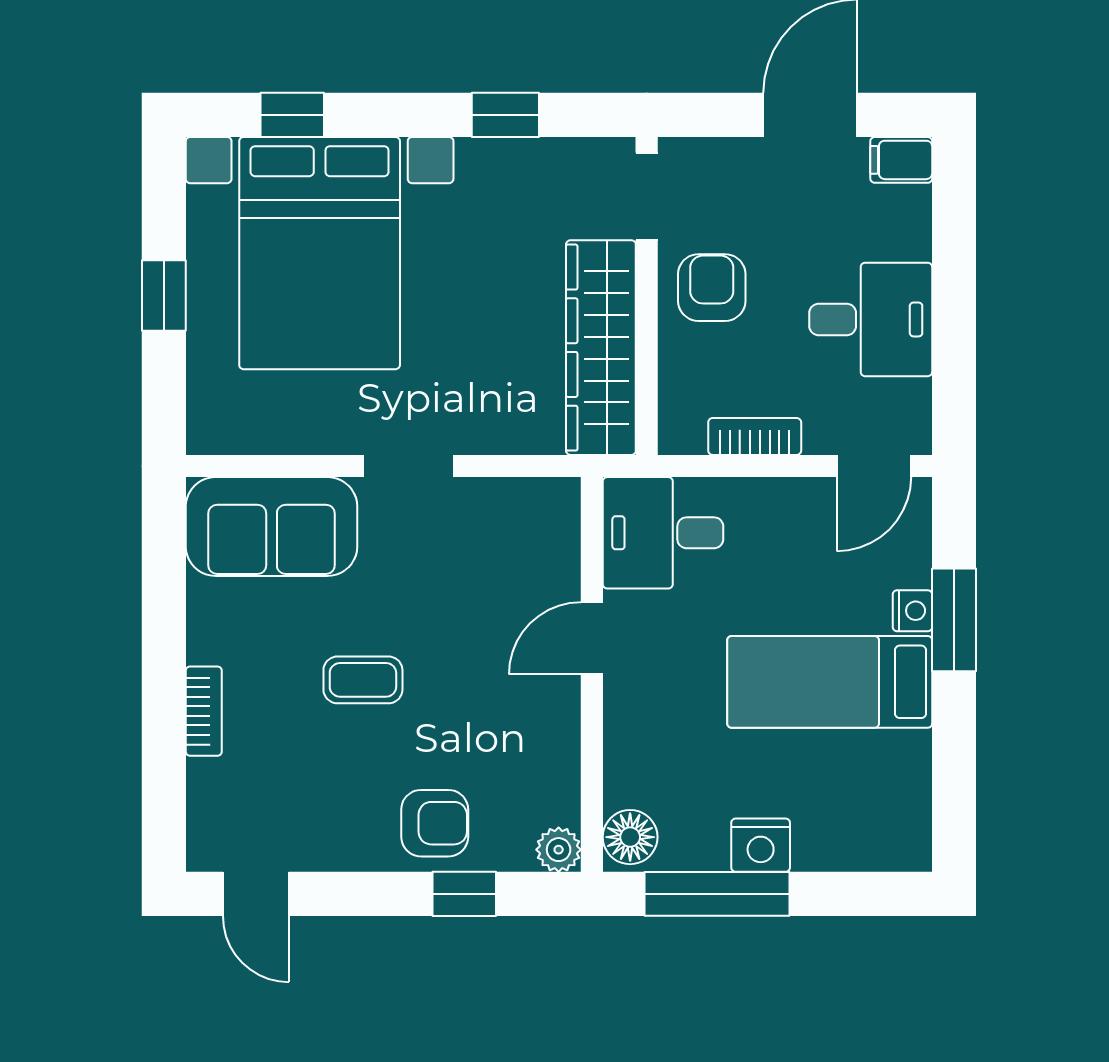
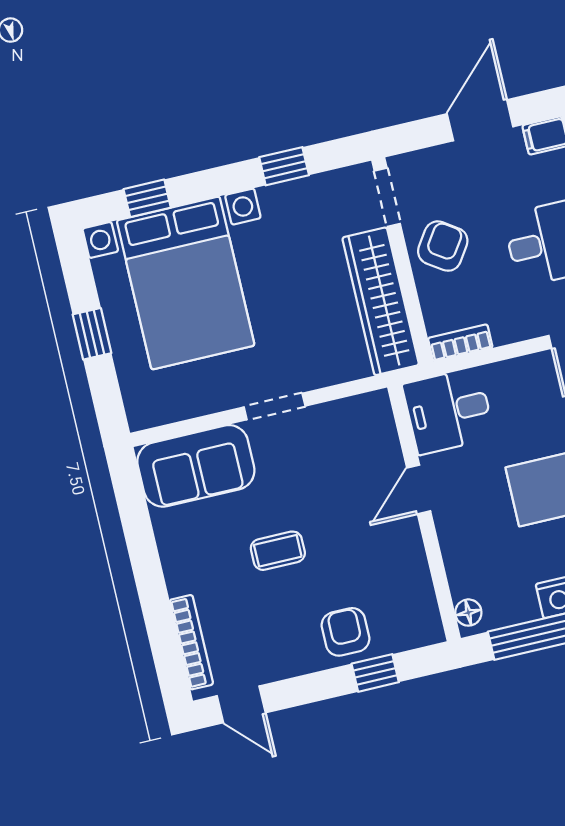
armchair: (712, 288) -> (443, 246), turned 34
bookcase: (755, 436) -> (460, 343), moved
bookcase: (204, 711) -> (191, 642), moved, width x1.56
armchair: (435, 823) -> (345, 632), turned -90
floor lamp: (630, 837) -> (468, 613), width x0.73, depth x0.73
plant: (559, 850) -> (429, 630), removed

